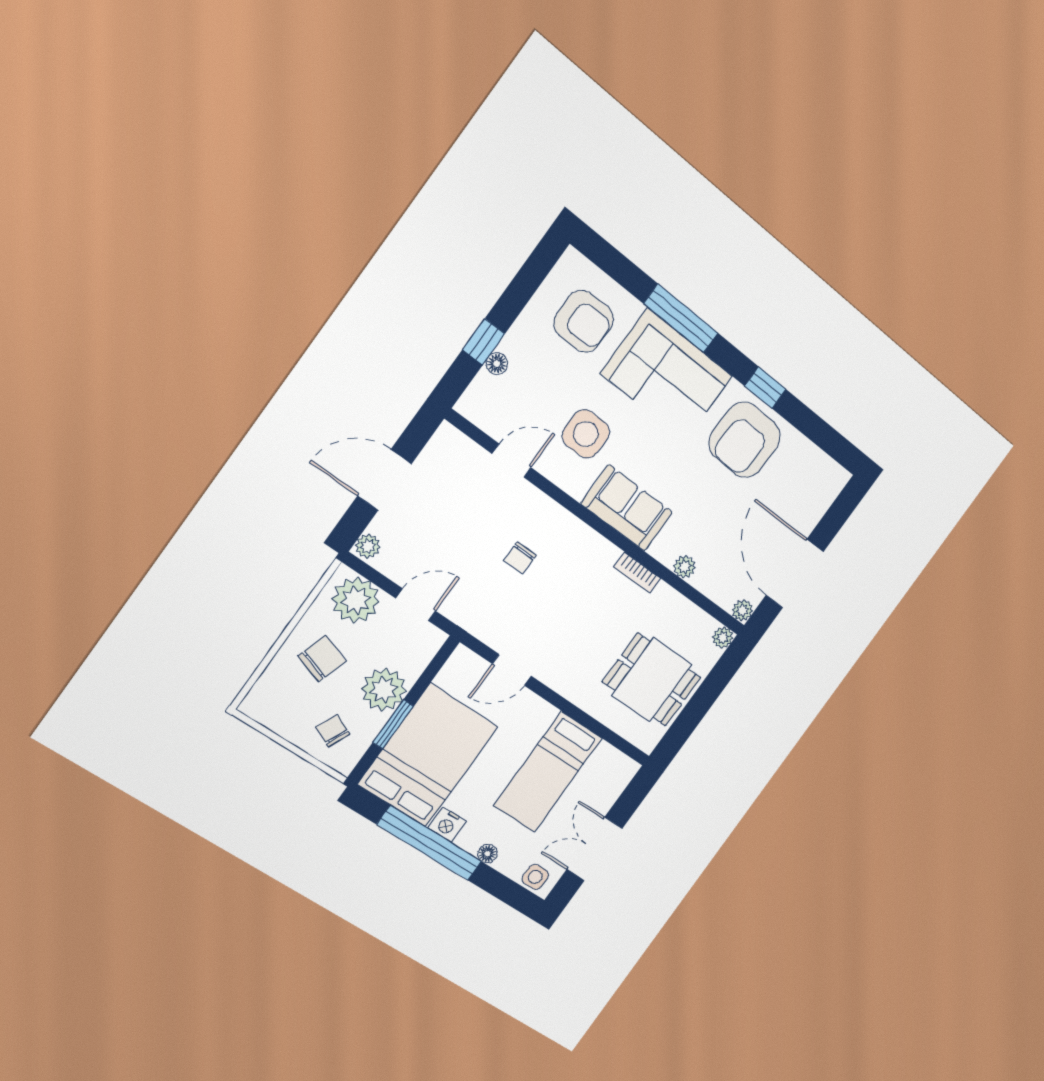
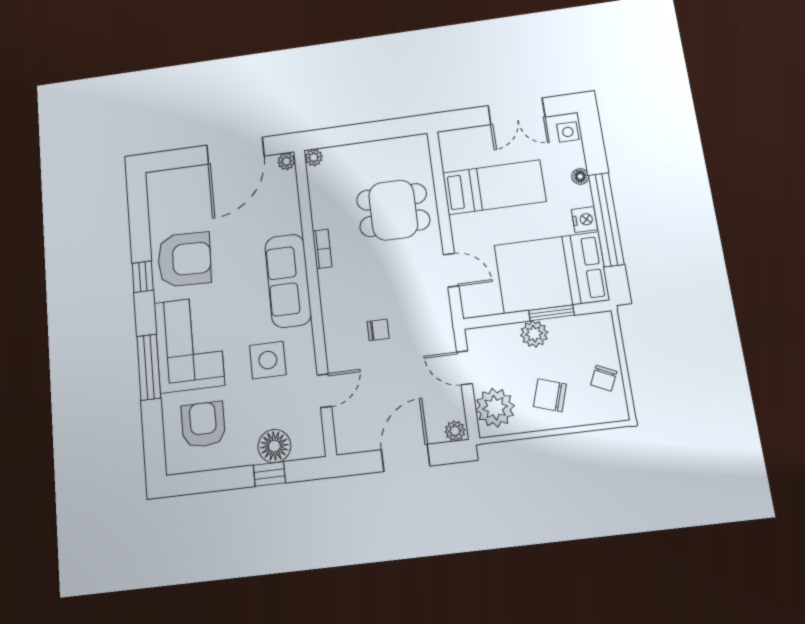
floor lamp: (497, 364) -> (274, 446), width x1.89, depth x1.89
door: (512, 461) -> (324, 391), swing flipped
door: (385, 480) -> (406, 458), swing flipped
sofa: (627, 508) -> (288, 281), width x1.36
plant: (685, 567) -> (292, 223), removed
dining table: (652, 680) -> (393, 210), moved, turned 90
plant: (384, 690) -> (534, 334), width x0.73, depth x0.73
chair: (333, 731) -> (604, 378), moved

